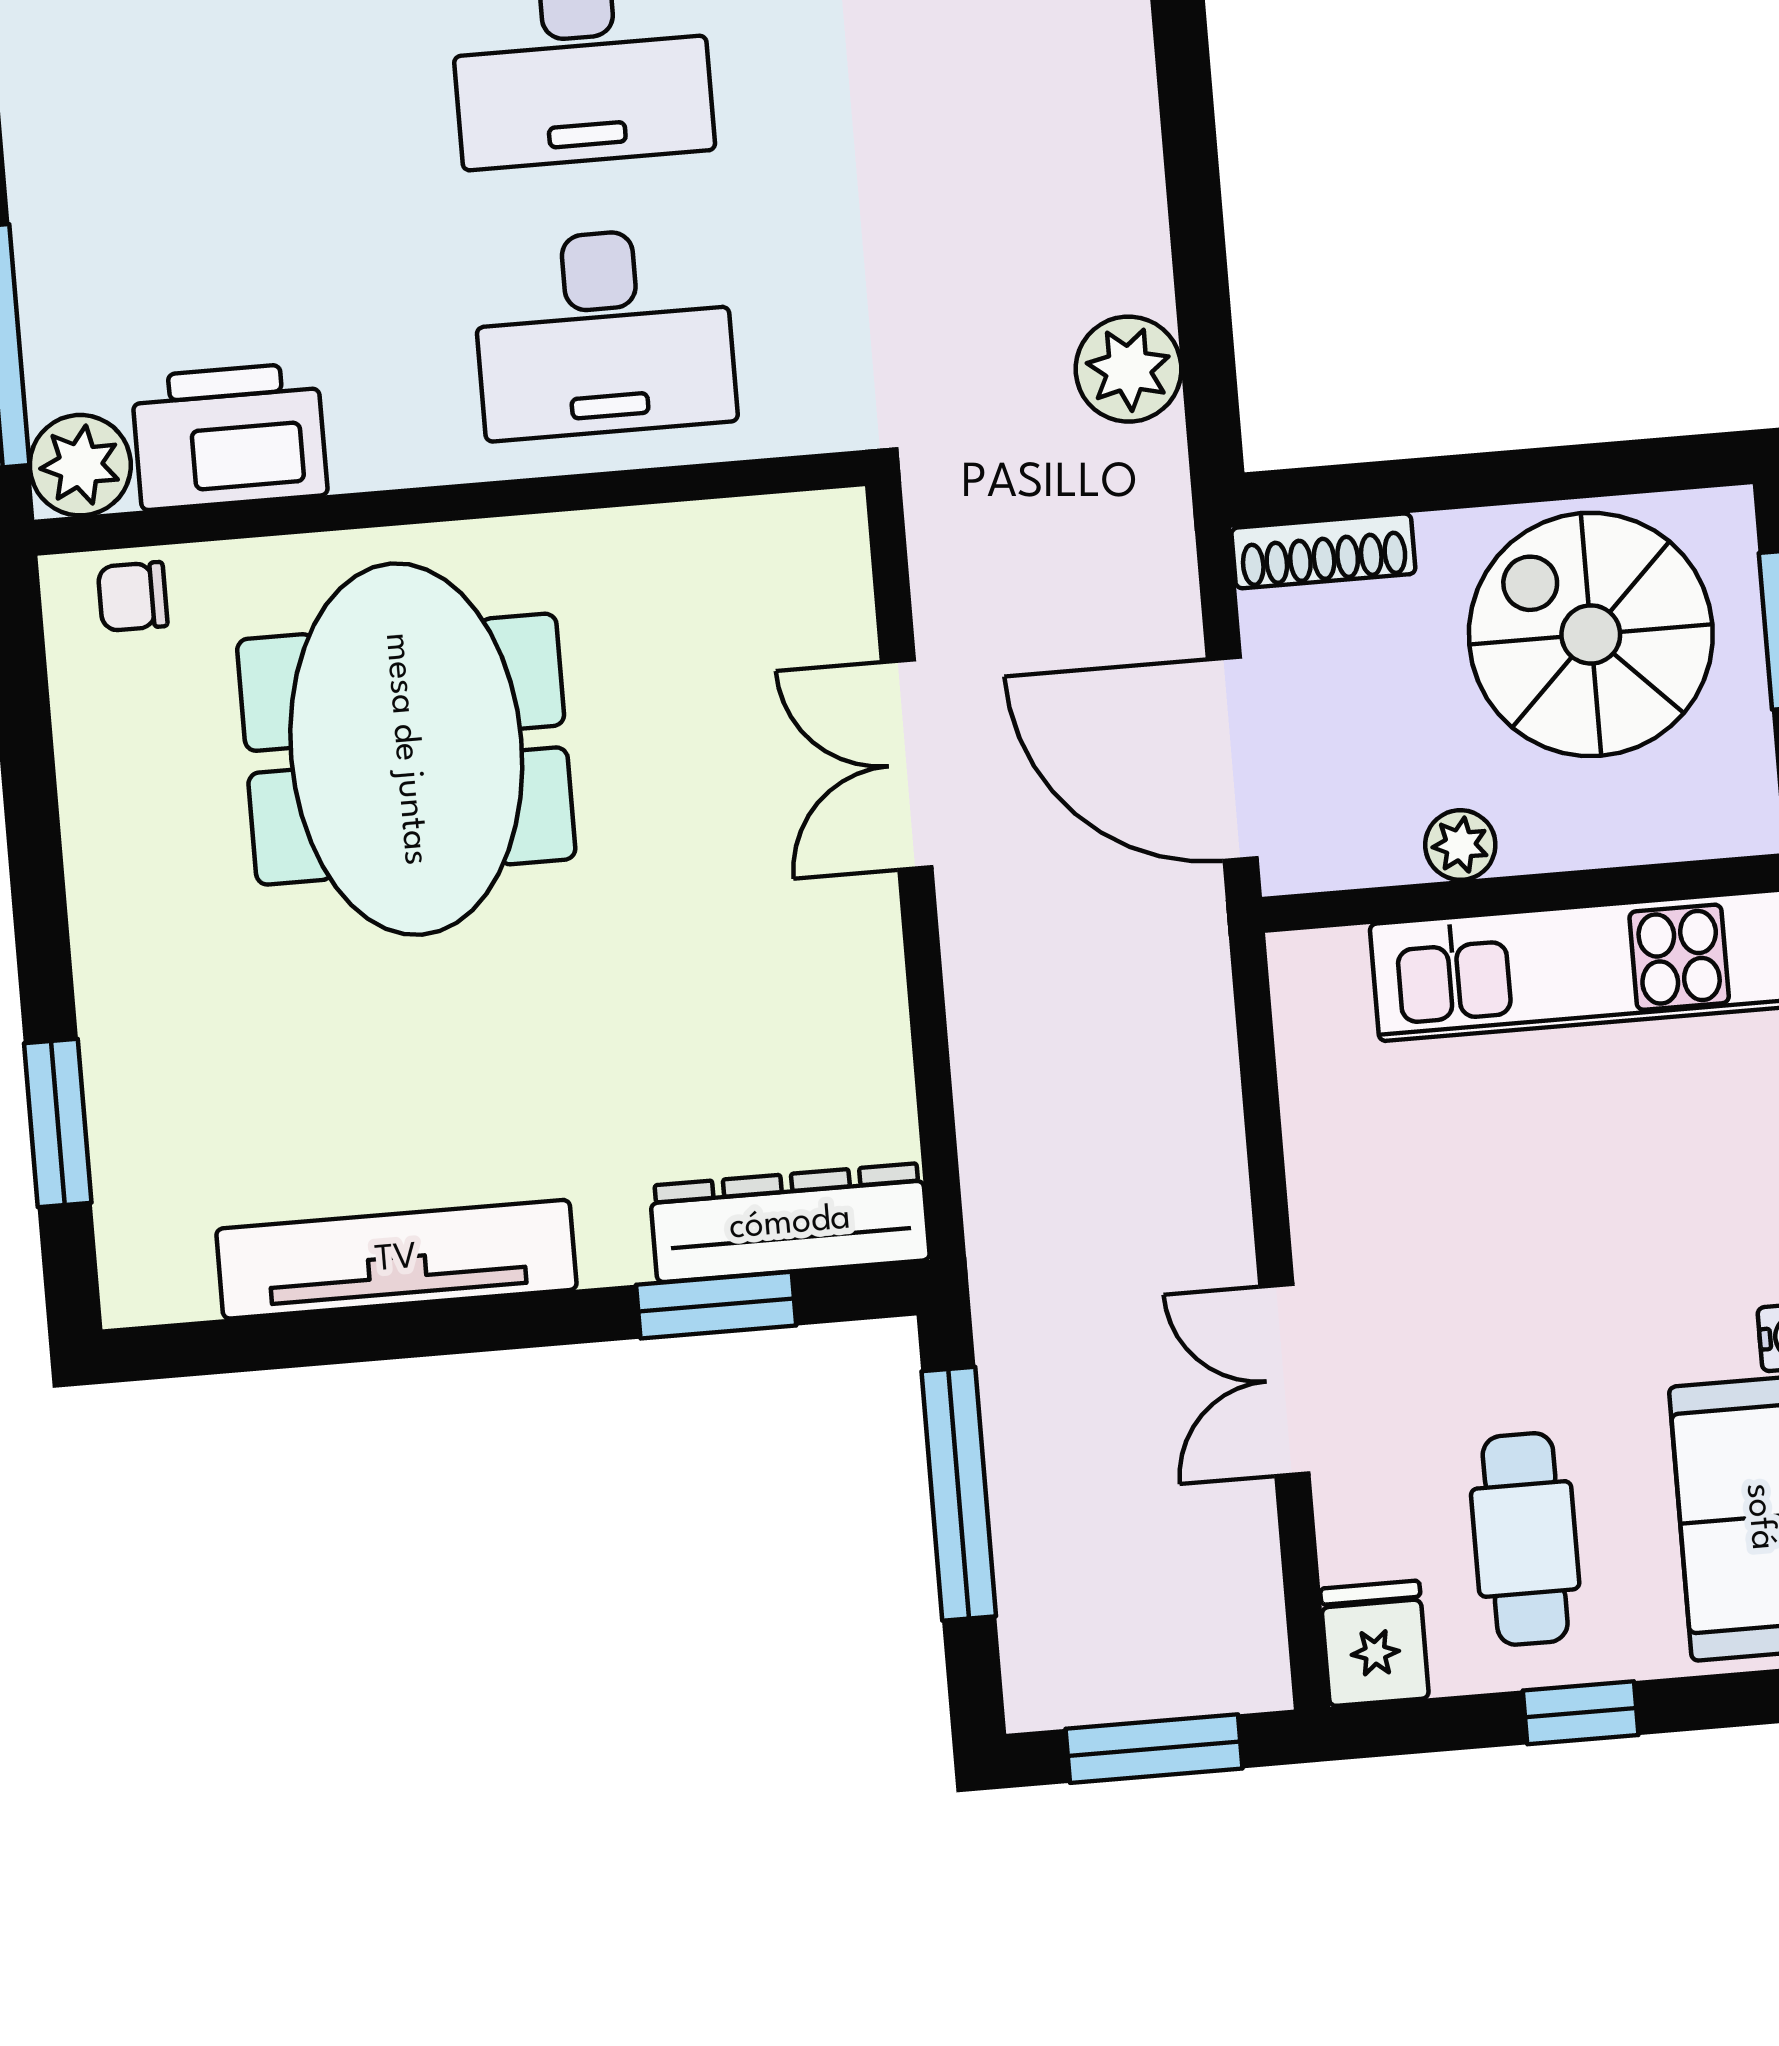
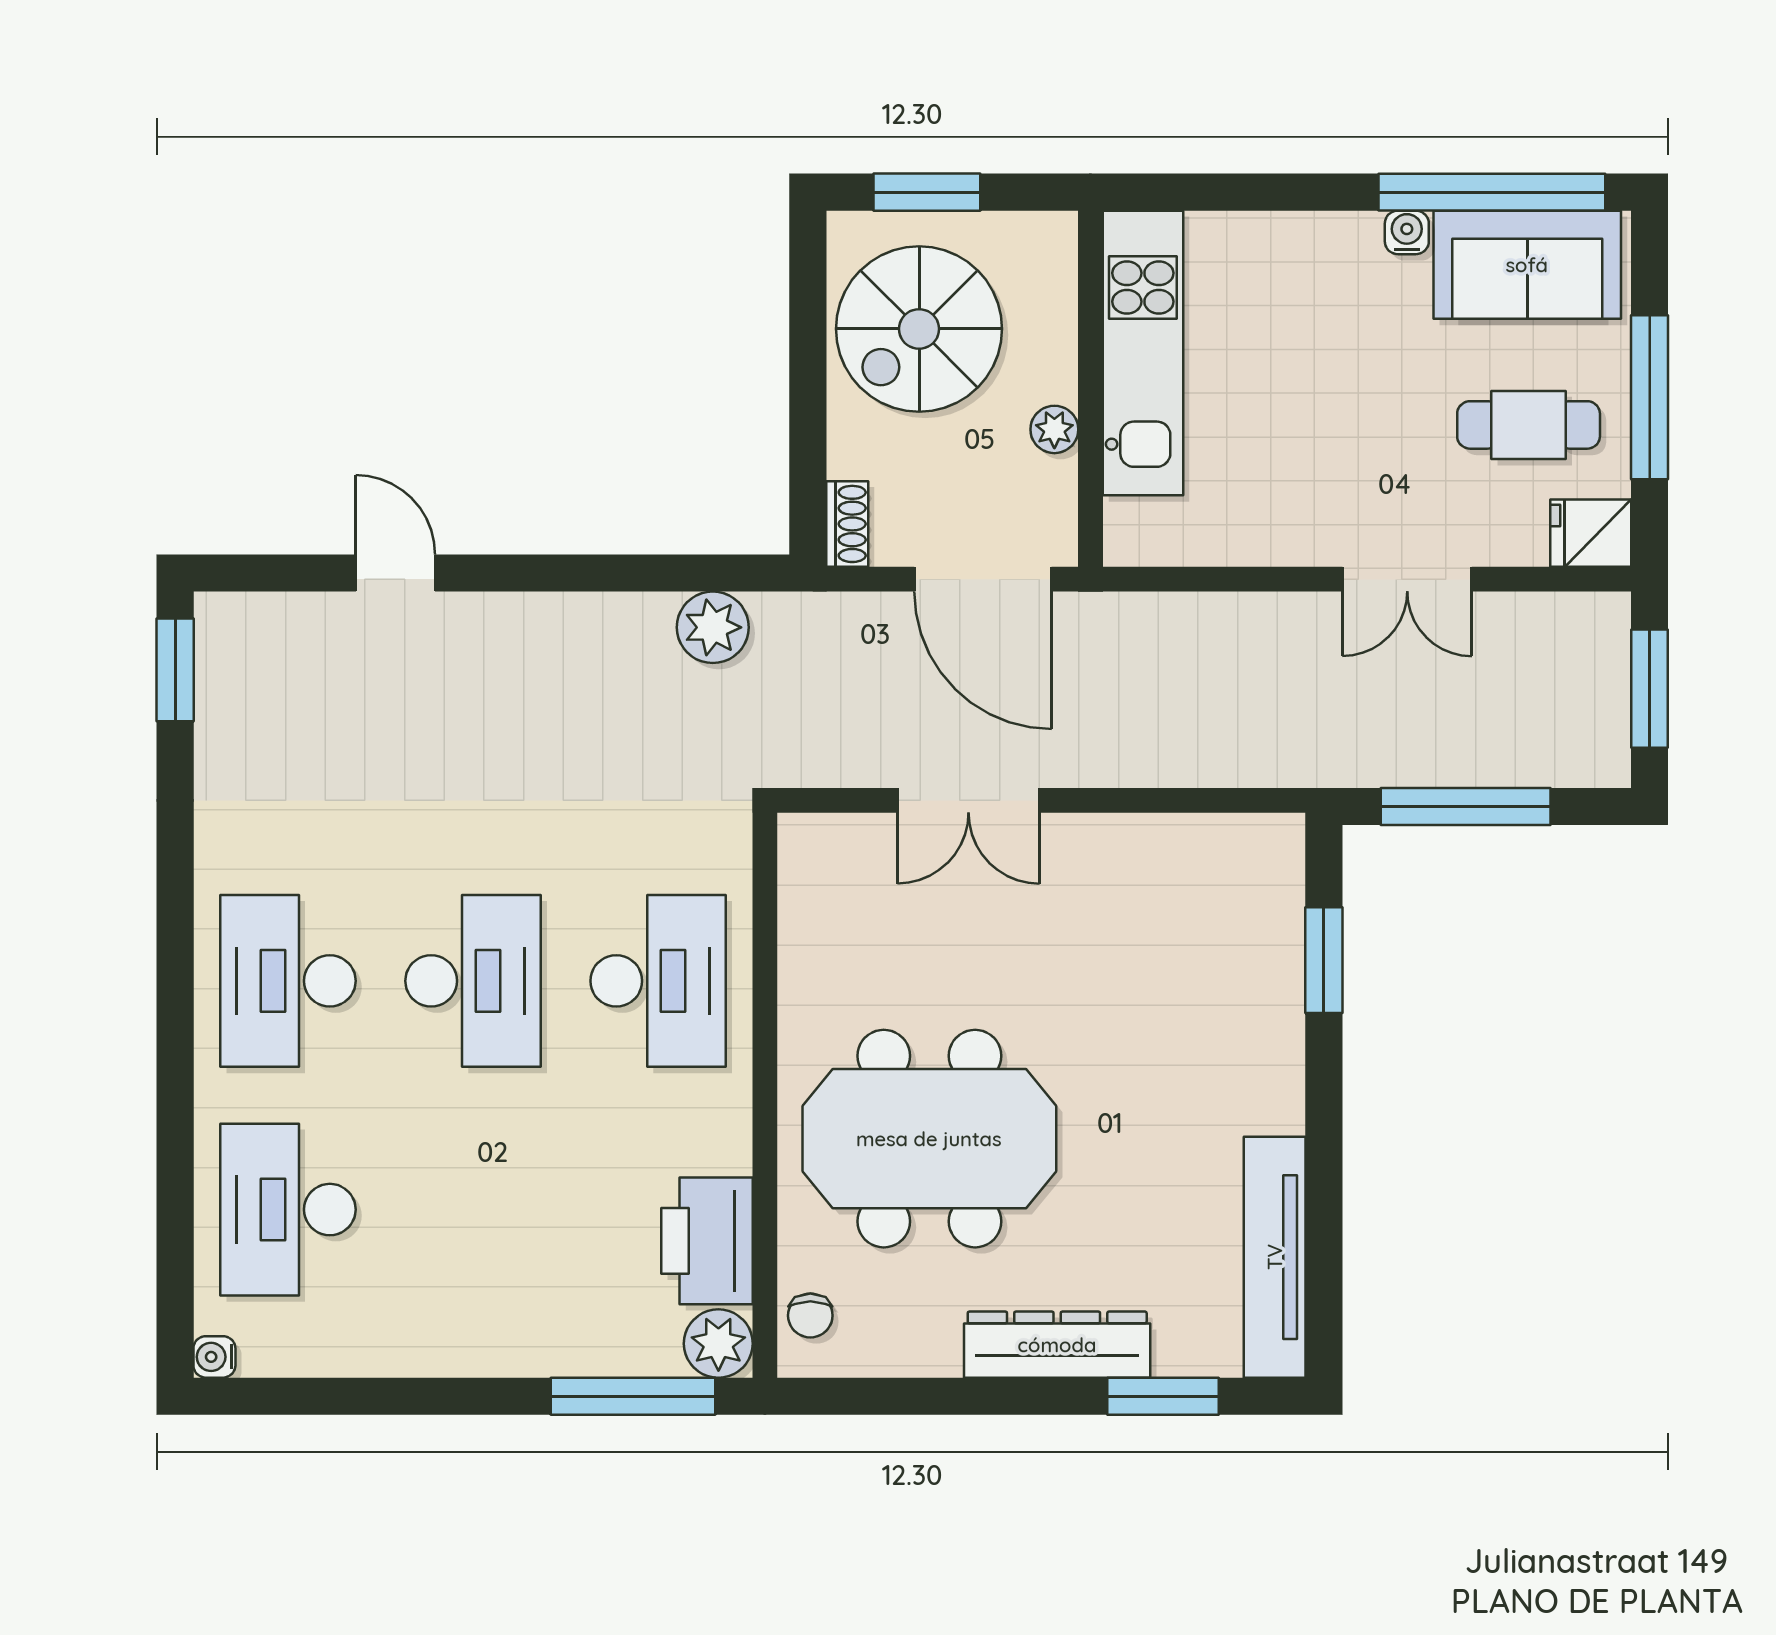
shoe rack: (1323, 551) -> (847, 524), width x0.70
door: (1232, 759) -> (983, 579), hinge flipped
dresser: (790, 1223) -> (1057, 1345), moved, turned 90
tv unit: (396, 1259) -> (1275, 1257), moved
window: (1581, 1713) -> (1650, 397), width x2.17

